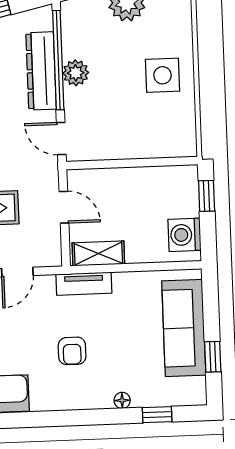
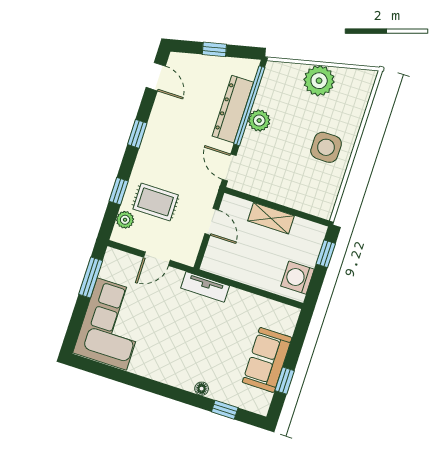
shelving: (98, 253) -> (271, 218), moved
sofa: (184, 328) -> (267, 360), width x0.73
armchair: (72, 351) -> (177, 336), removed

